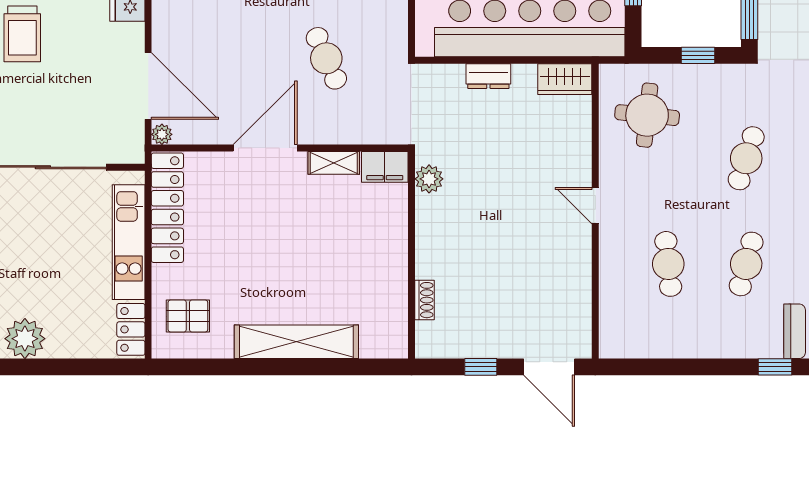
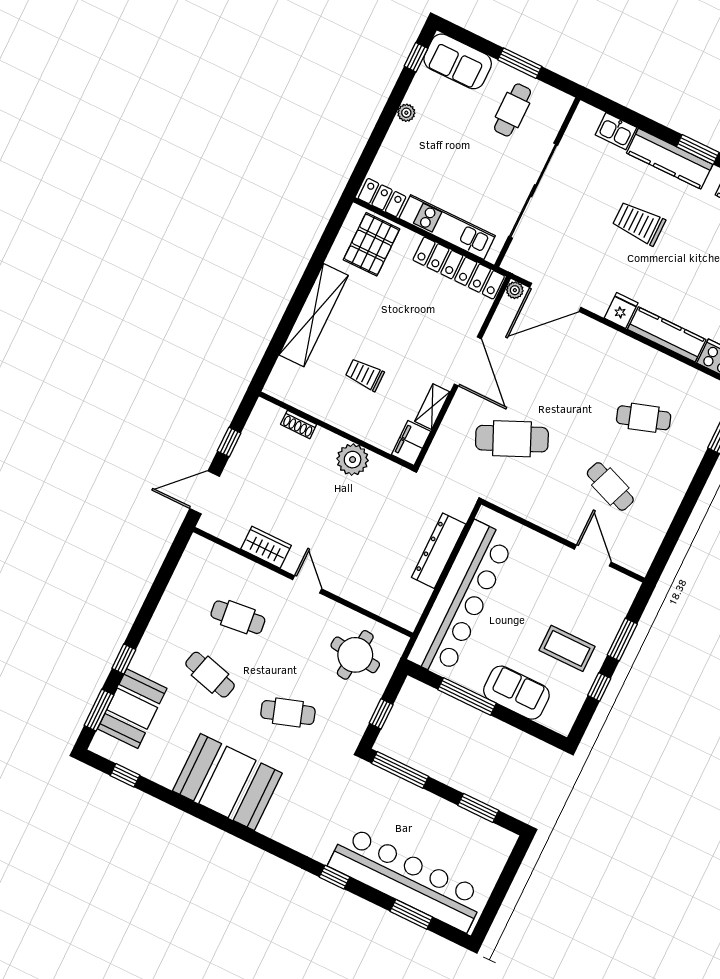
cafe table: (326, 58) -> (512, 439), width x1.37, depth x1.35
dresser: (488, 76) -> (439, 551), width x1.96, depth x1.24
wardrobe: (565, 79) -> (266, 547), moved, turned 90
cafe table: (746, 158) -> (288, 712), turned -36
plant: (429, 179) -> (353, 460), moved, width x1.36, depth x1.36
door: (595, 206) -> (307, 584), hinge flipped
trolley: (335, 254) -> (365, 375), added
pallet: (188, 316) -> (372, 244), width x1.50, depth x1.42
plant: (25, 339) -> (406, 113), width x0.53, depth x0.53

